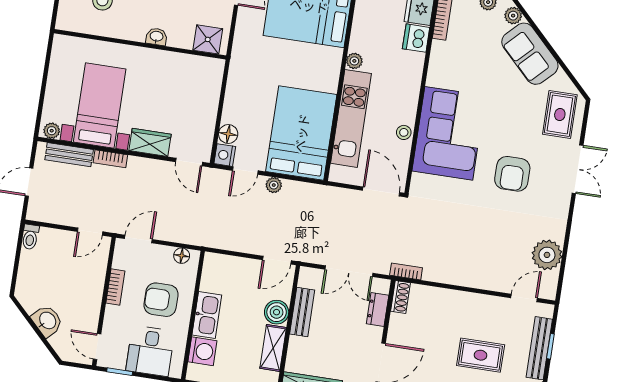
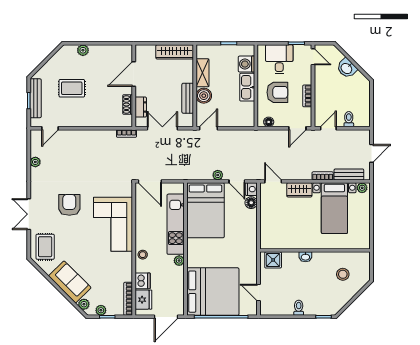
stool: (404, 132) -> (143, 255), moved
door: (245, 171) -> (237, 181), swing flipped
toilet: (30, 237) -> (349, 119), moved
plant: (547, 255) -> (35, 162), width x0.53, depth x0.53
shoe rack: (400, 297) -> (128, 105), moved

